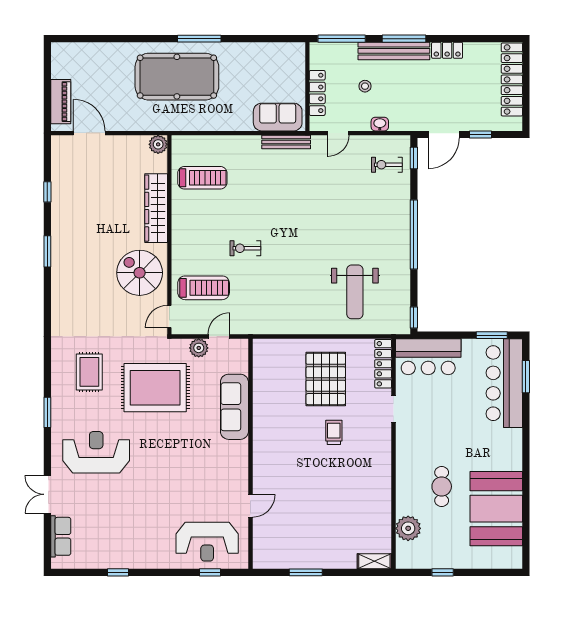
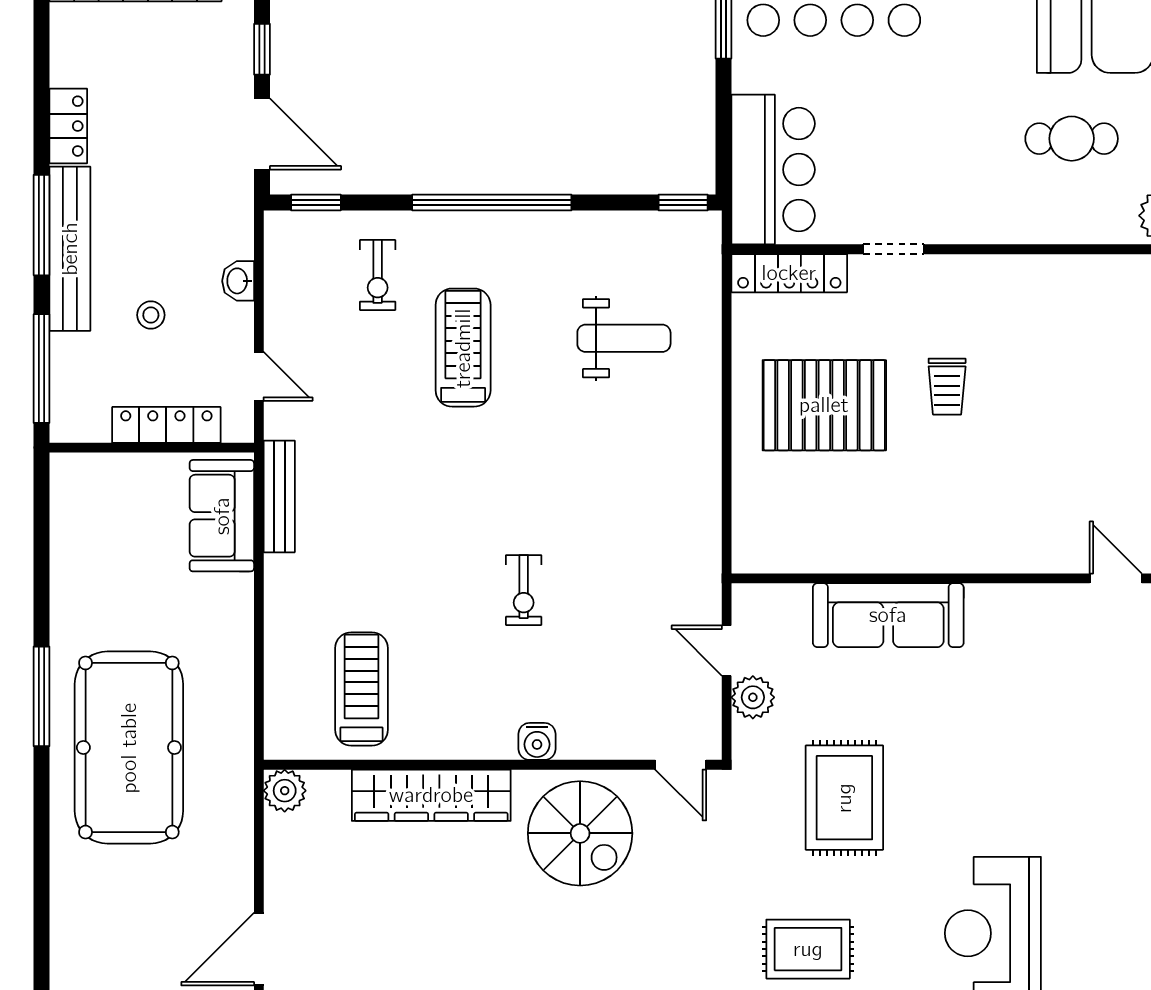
exercise bike: (387, 165) -> (378, 275), moved
water cooler: (180, 254) -> (537, 741), added
spiral stairs: (140, 273) -> (580, 833), turned -90
treadmill: (204, 288) -> (463, 348), moved
weight bench: (355, 292) -> (624, 338), width x0.73, depth x0.75
rug: (155, 388) -> (844, 798), width x0.73, depth x0.69
trolley: (334, 432) -> (947, 387), turned -90

